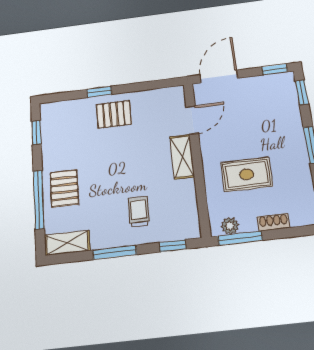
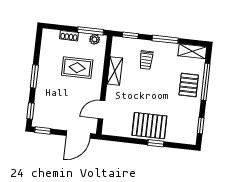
pallet: (114, 114) -> (149, 126), width x1.50, depth x1.42
shelving: (182, 157) -> (115, 71), moved

